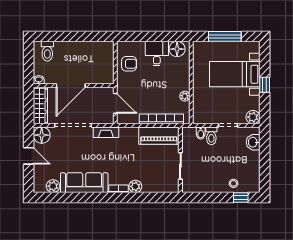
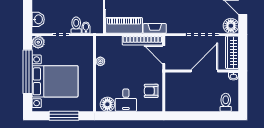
bed with nightstands: (235, 74) -> (55, 81), width x1.36
window: (265, 85) -> (28, 72), width x3.17
bookcase: (161, 119) -> (142, 41), moved
fireplace: (106, 132) -> (155, 28), moved

